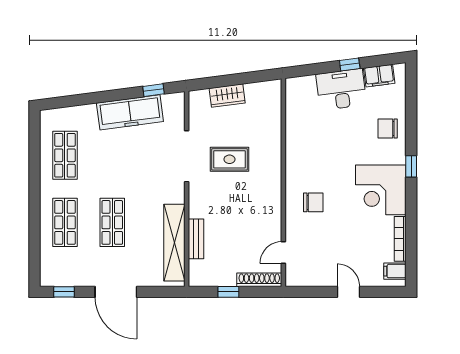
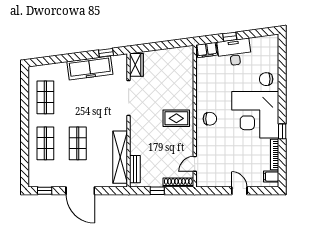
window: (350, 64) -> (230, 37), moved
filing cabinet: (379, 76) -> (207, 50), moved
wardrobe: (227, 96) -> (136, 65), moved, turned -83
rug: (229, 159) -> (176, 118), moved
window: (411, 166) -> (282, 131), moved
corner desk: (381, 190) -> (255, 115), width x1.36, depth x1.36
chair: (313, 202) -> (210, 119), moved
bench: (196, 239) -> (135, 169), moved

